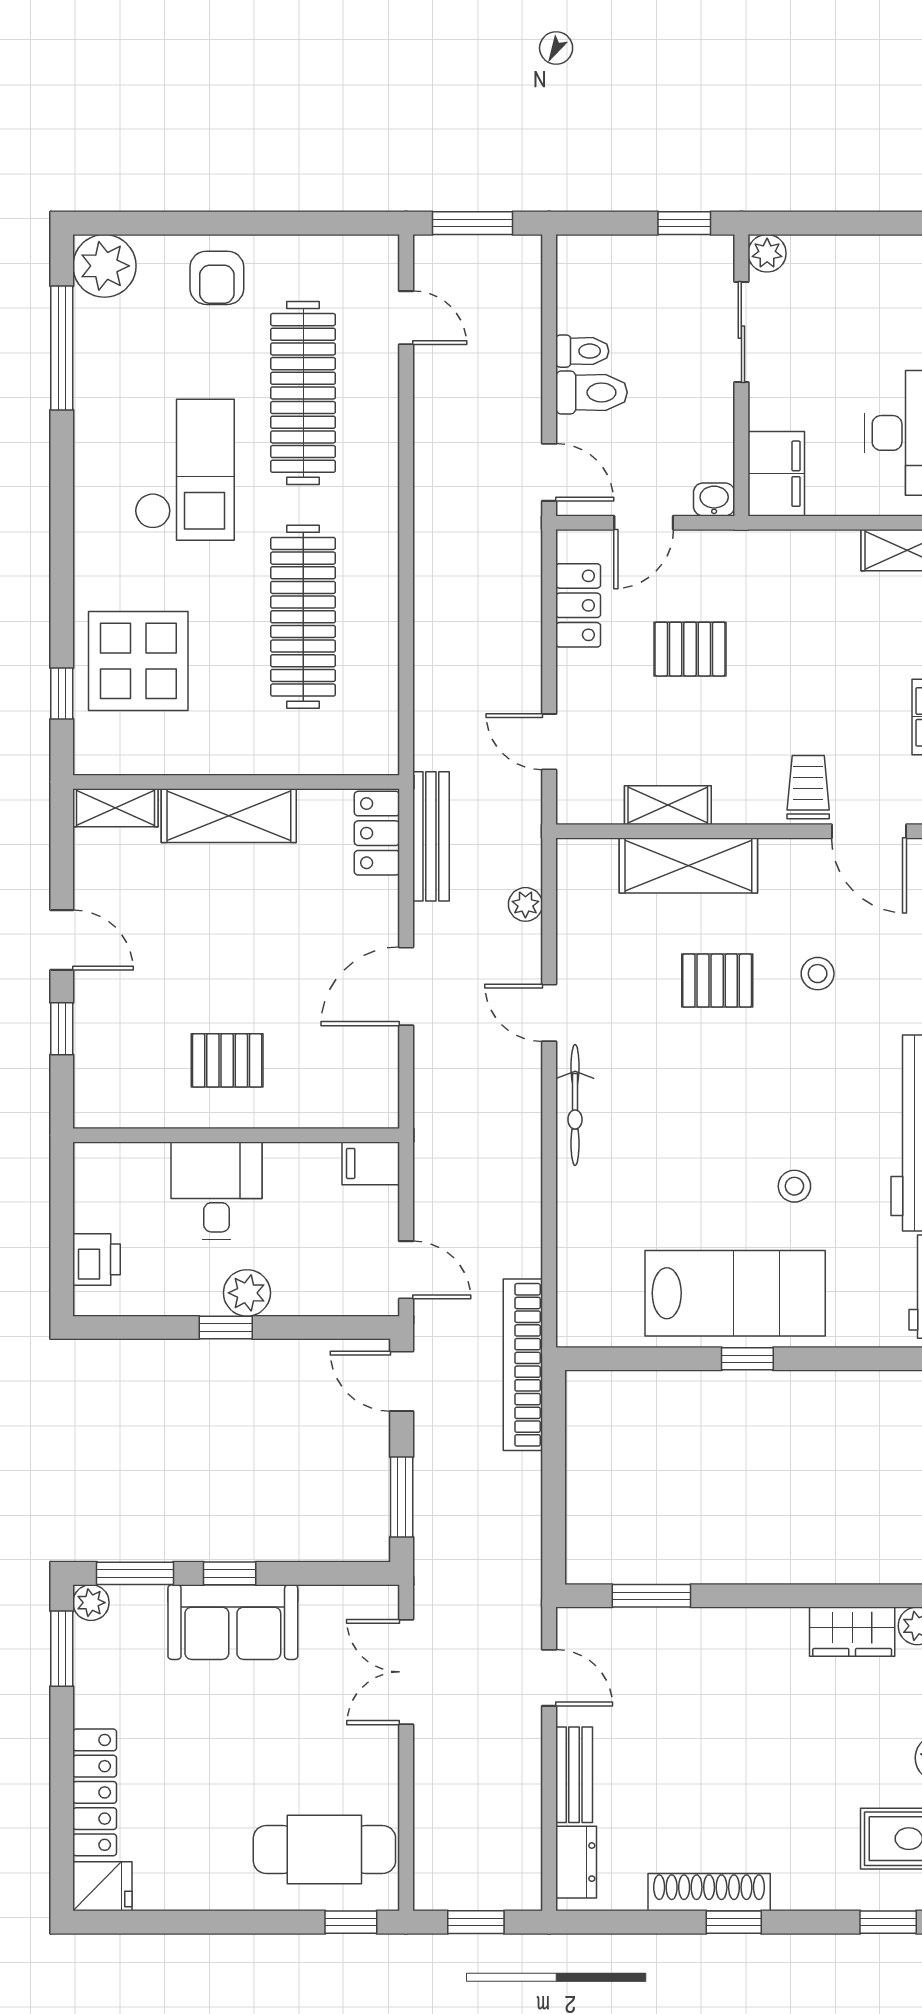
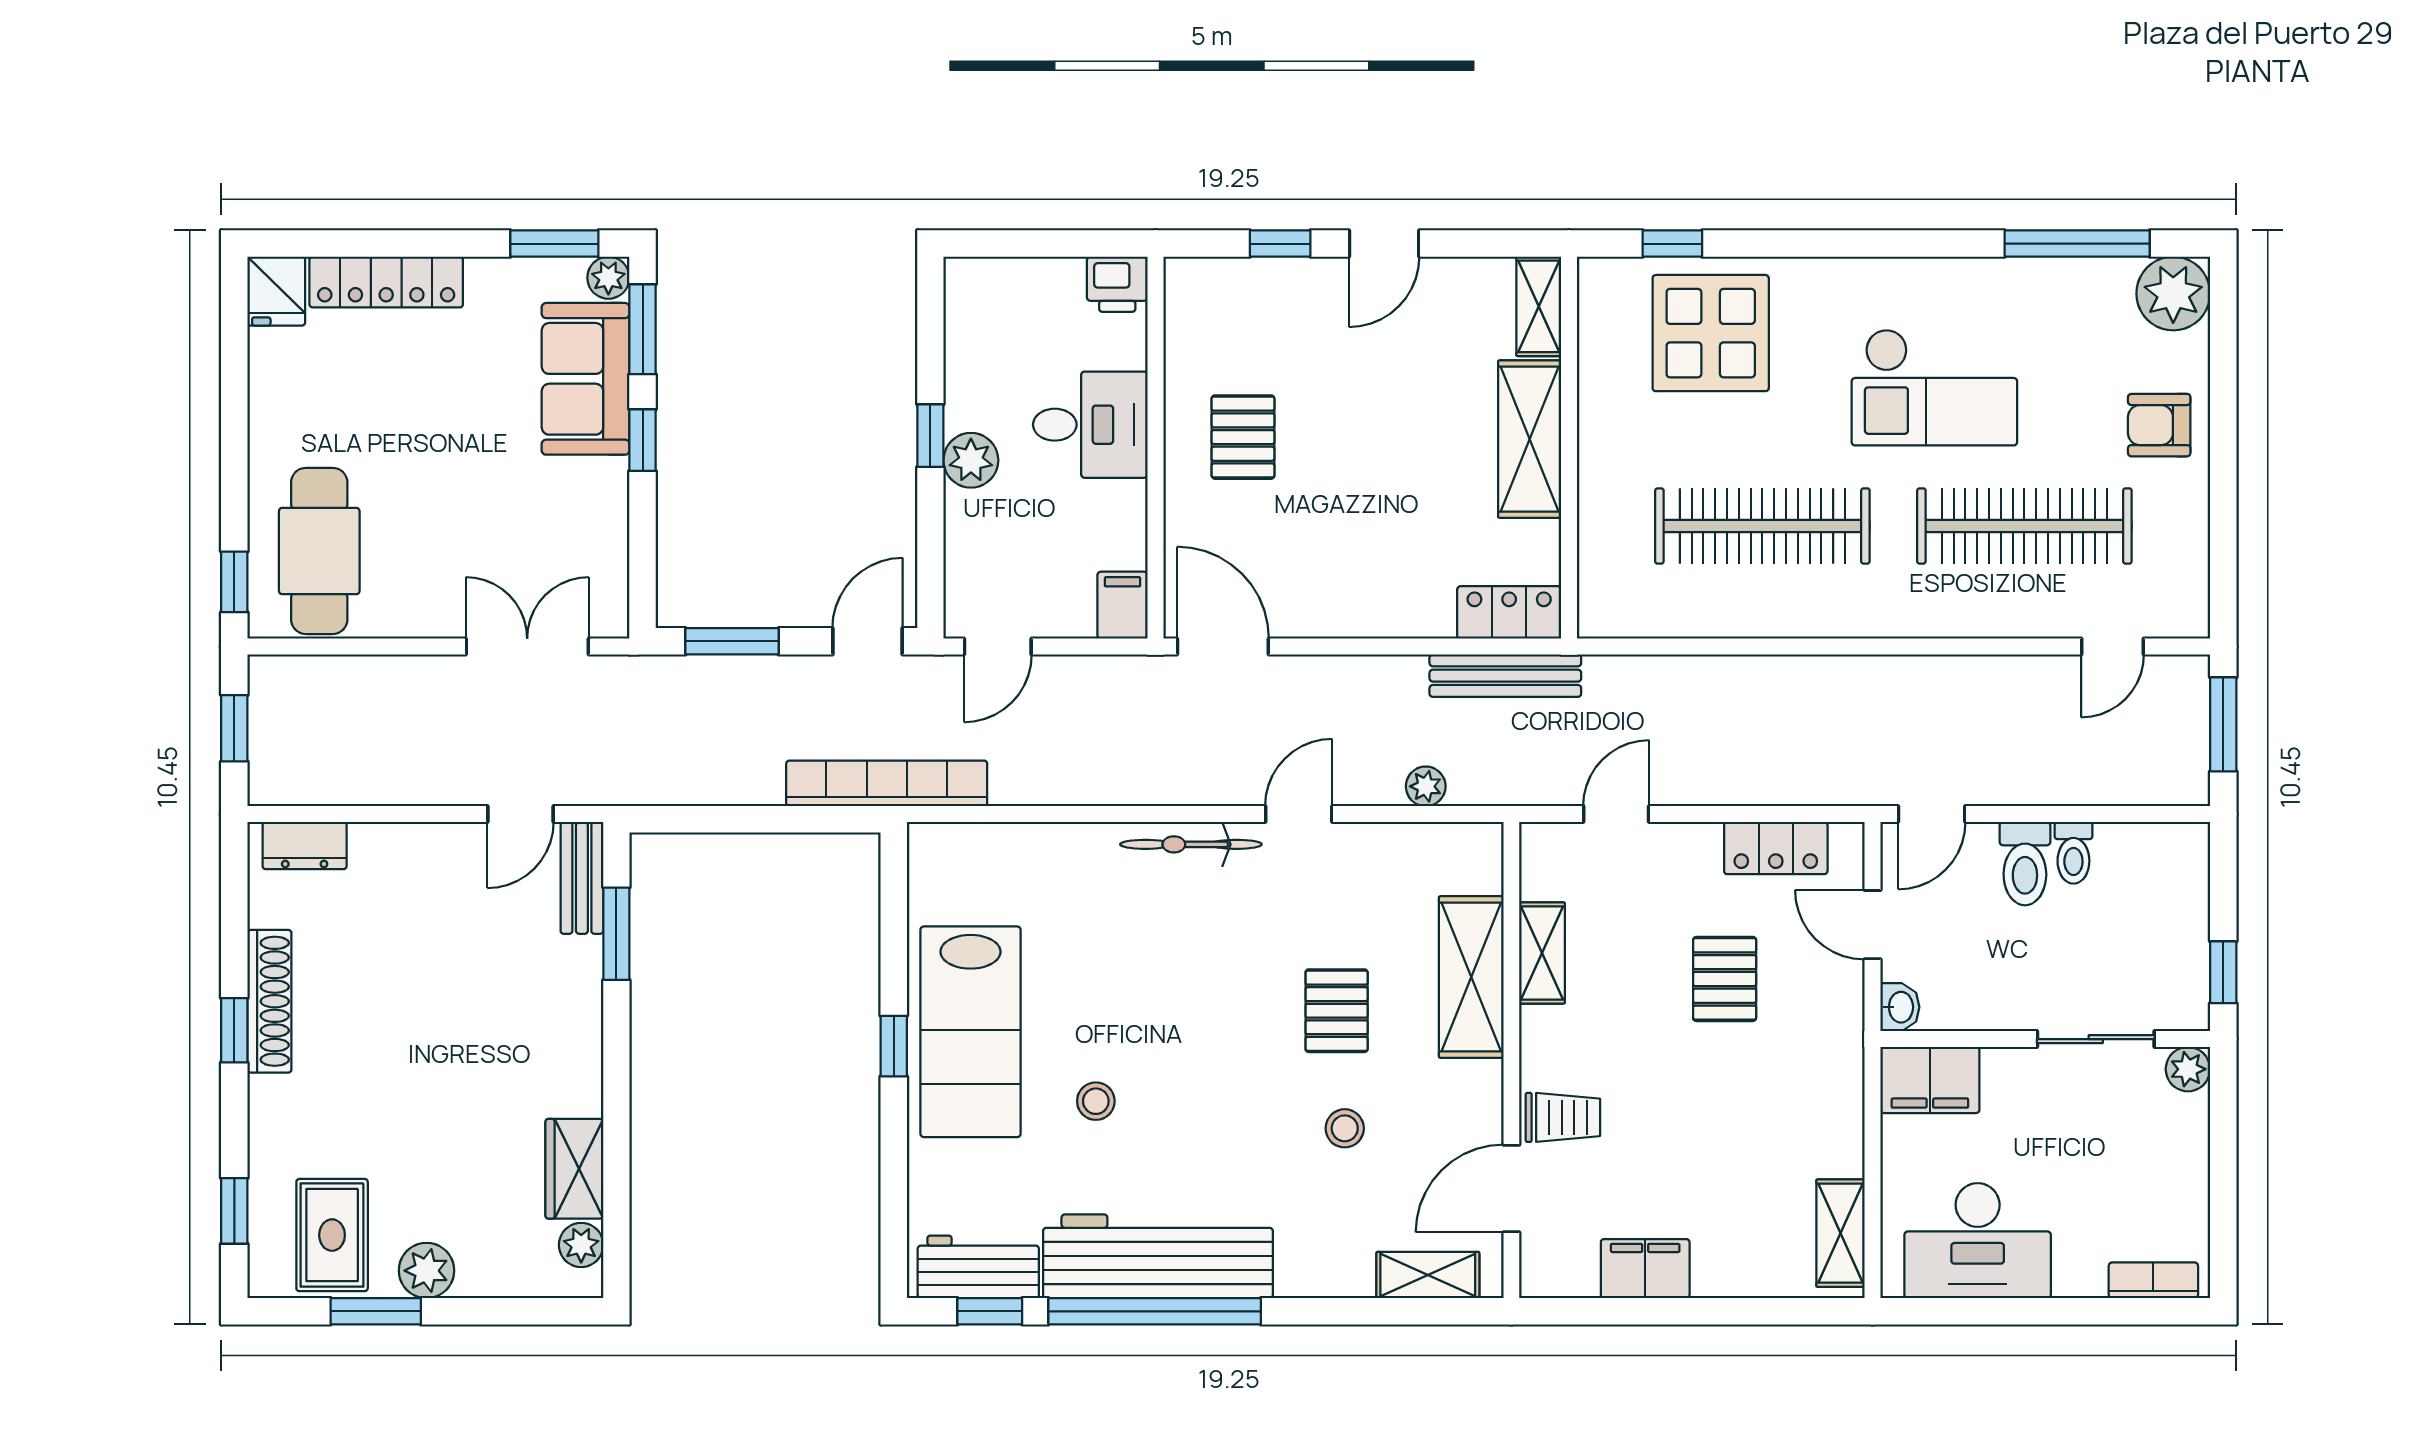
door: (406, 986) -> (1223, 647), moved
printer: (97, 1259) -> (1117, 284), moved
sofa: (233, 1622) -> (586, 379), moved
bench: (574, 1775) -> (582, 878), moved, turned 90

